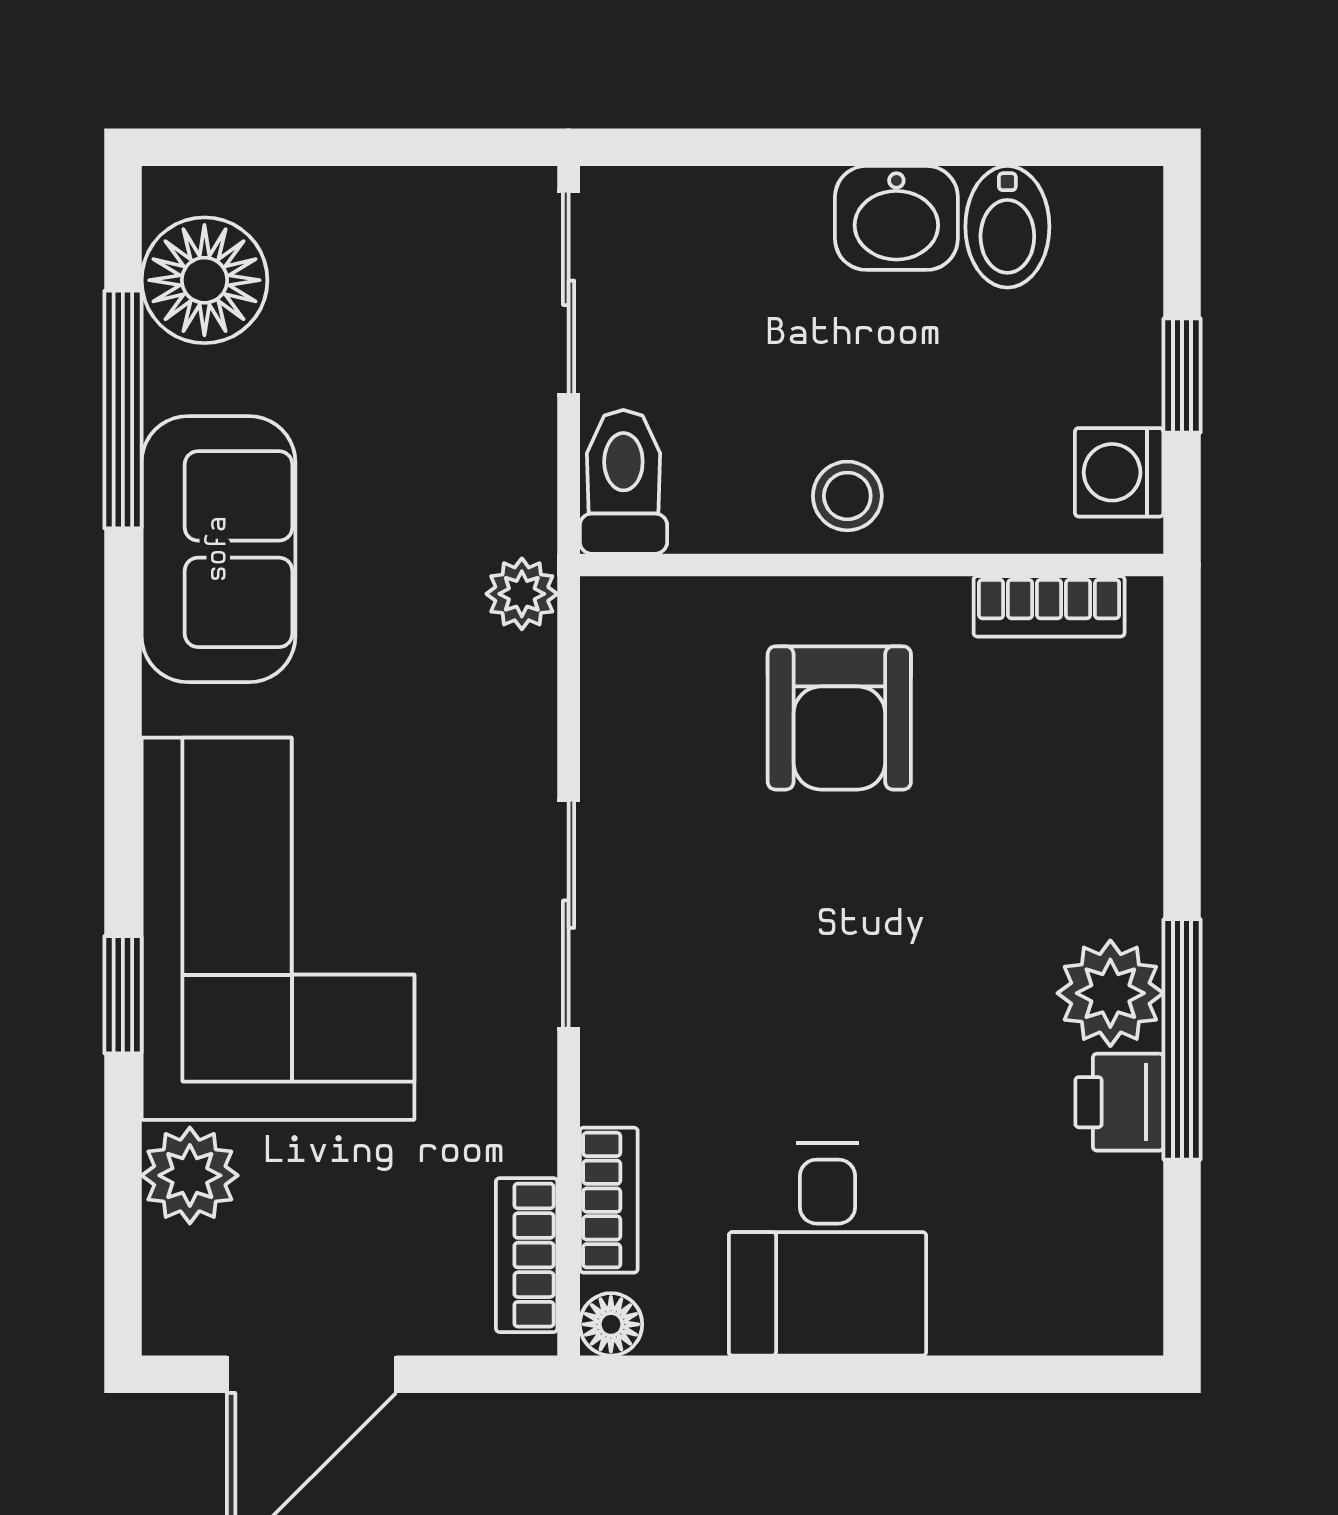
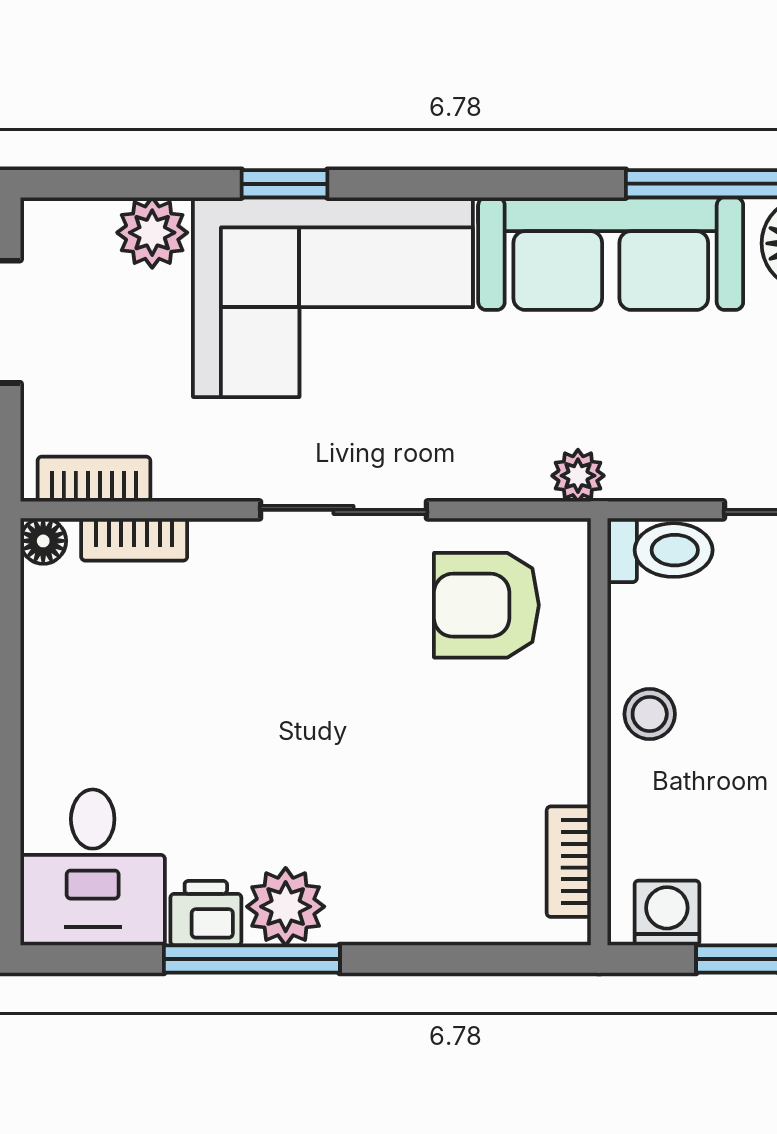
sofa: (218, 549) -> (611, 254), width x1.36
armchair: (839, 718) -> (486, 605), moved
desk: (827, 1249) -> (93, 867), moved, turned -90

